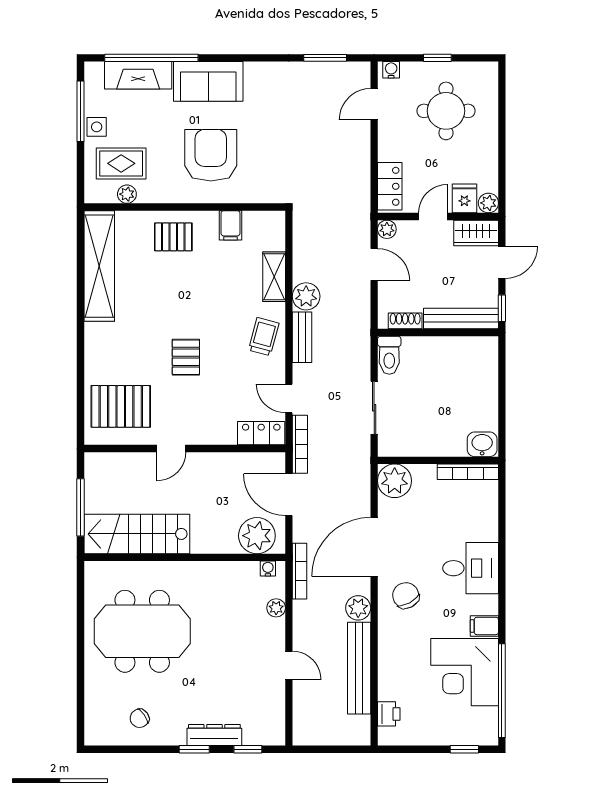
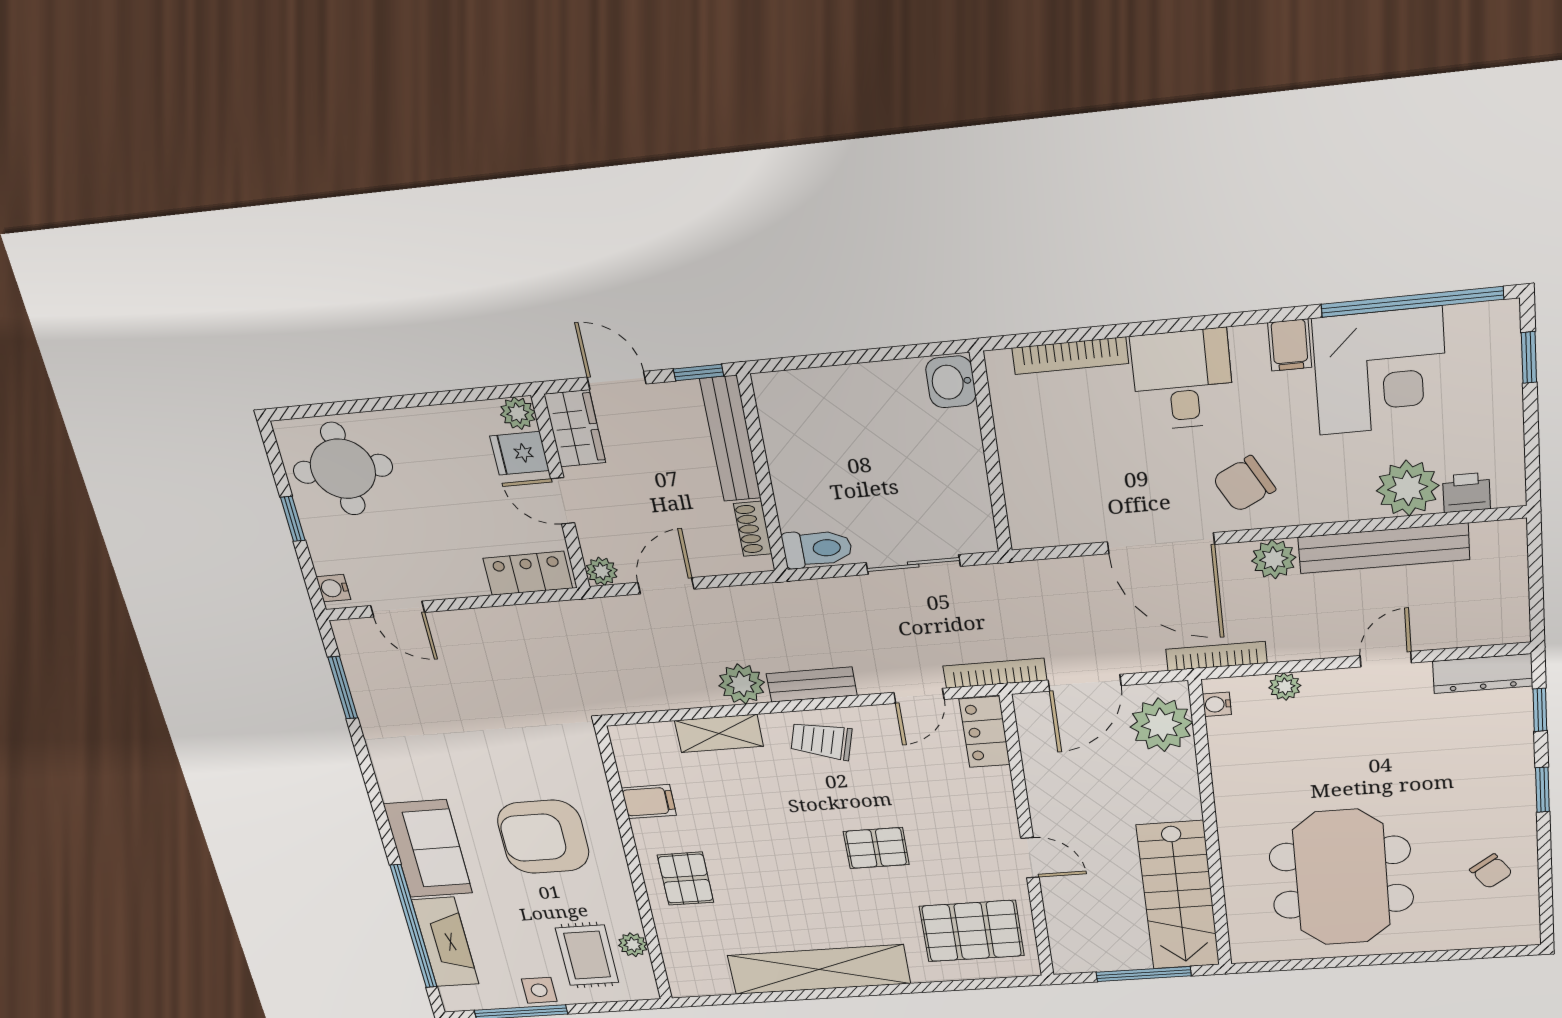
round table: (446, 111) -> (343, 469), moved
shelving: (99, 266) -> (819, 969), moved
pallet: (121, 406) -> (972, 931), turned 90
bookcase: (468, 472) -> (1070, 356), moved, turned 90
plant: (395, 481) -> (1408, 488), moved
dresser: (214, 735) -> (1483, 674), moved, turned -90

